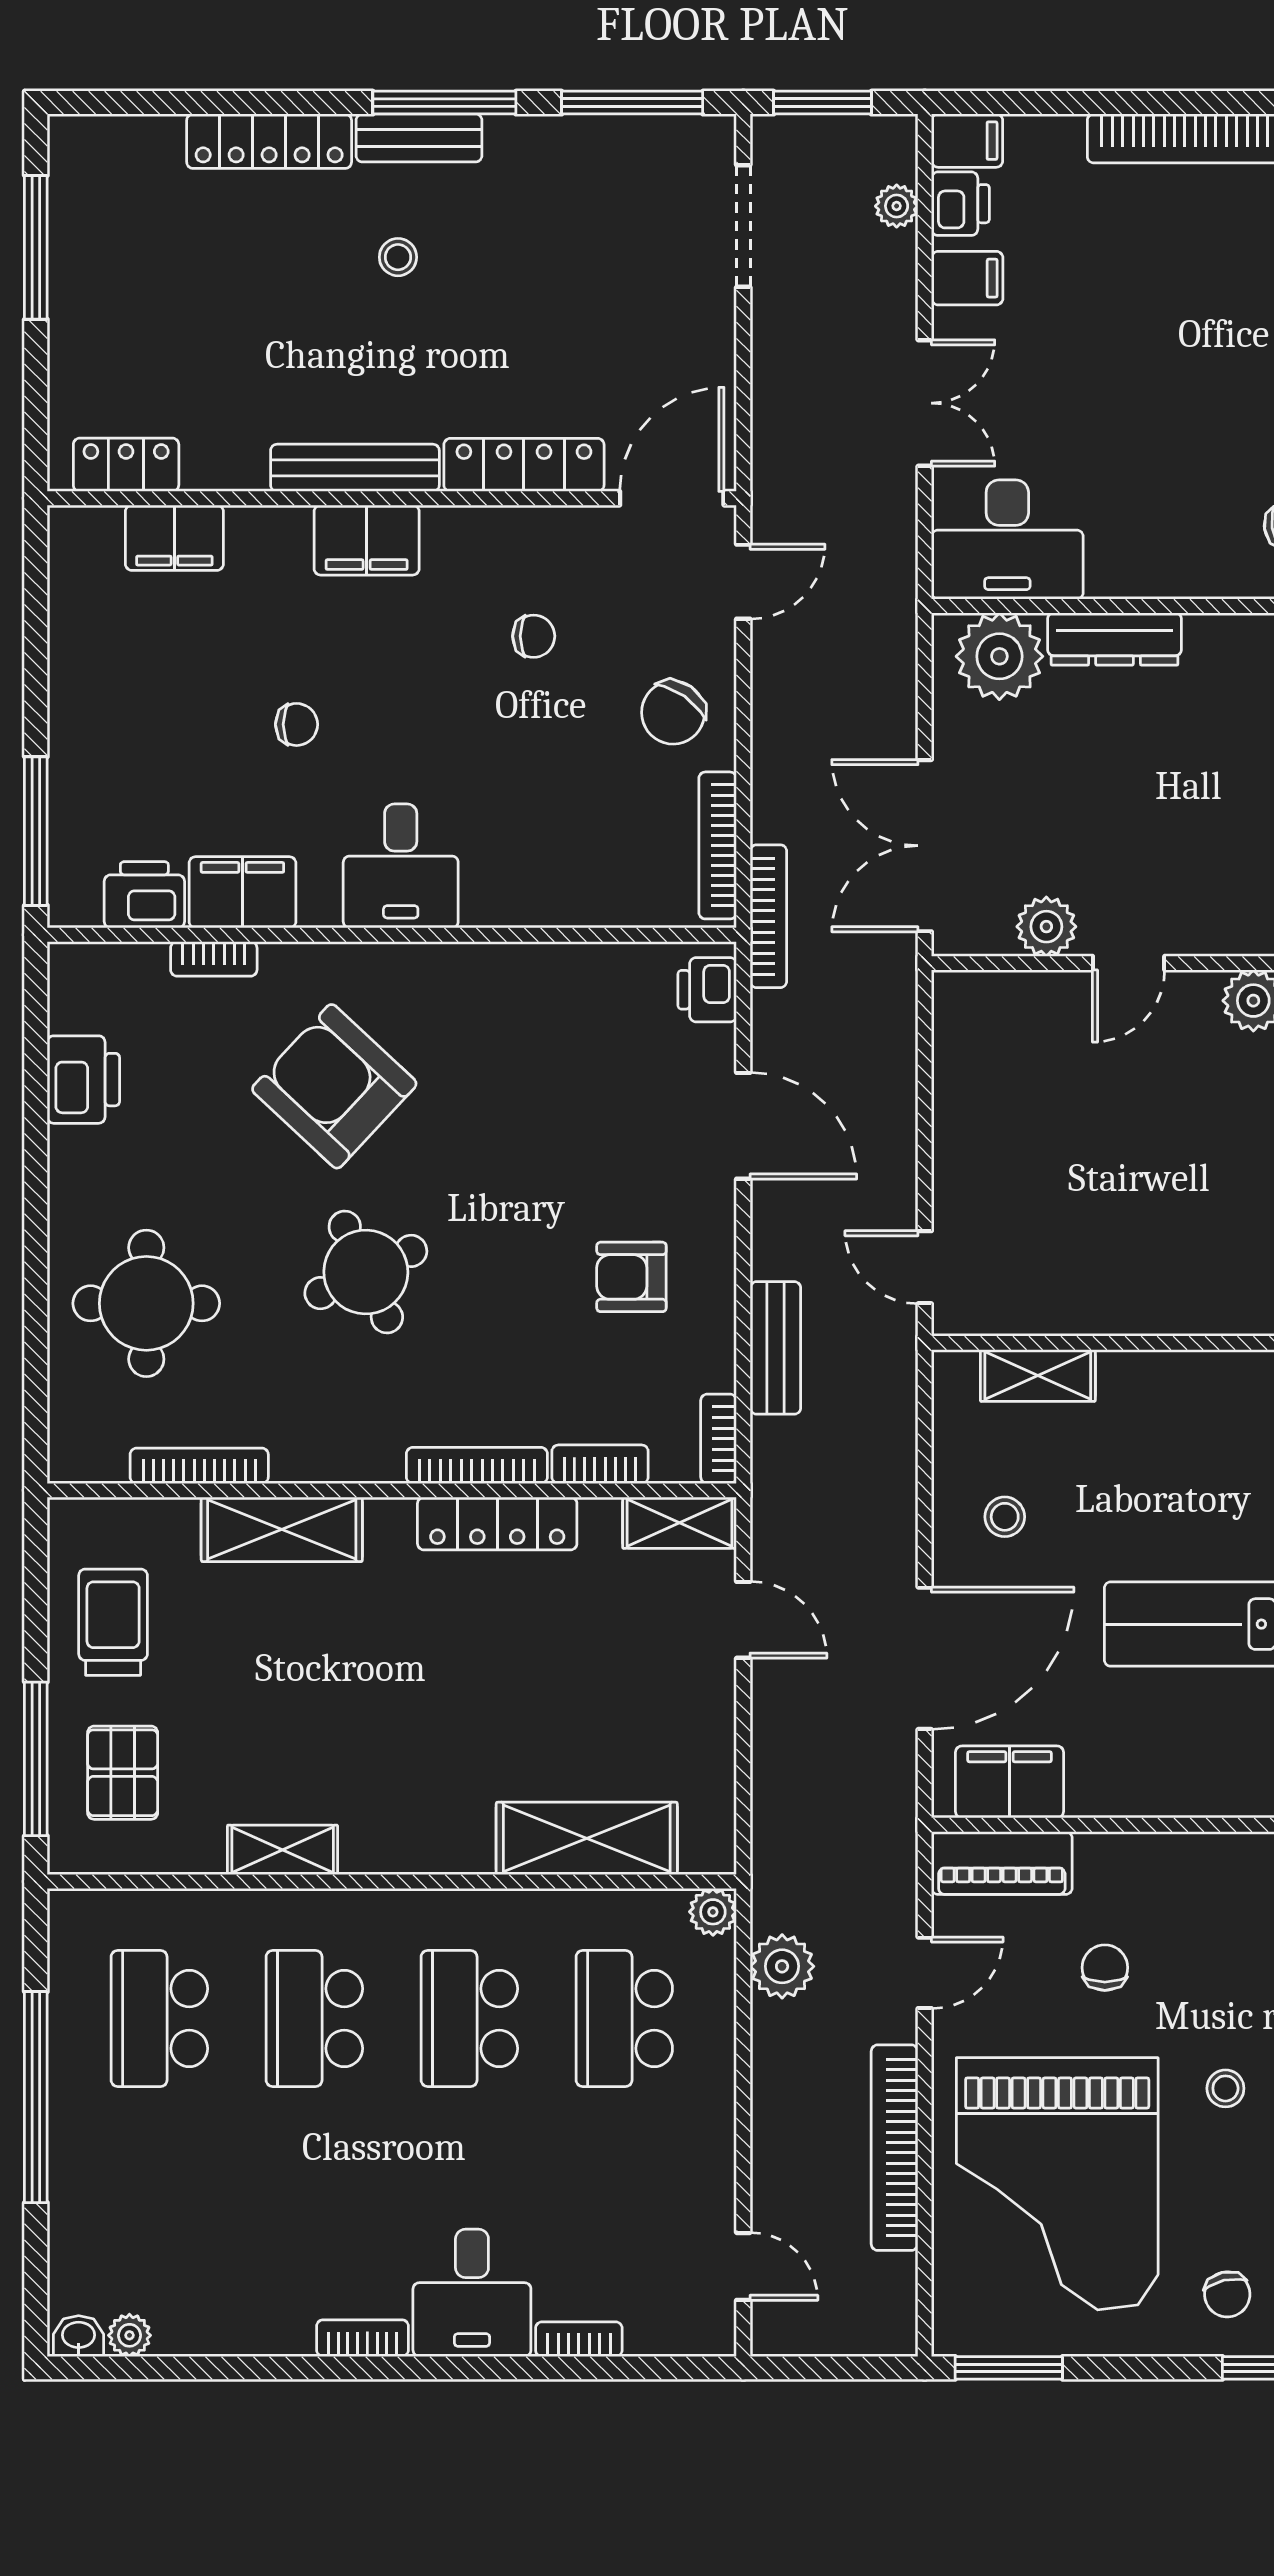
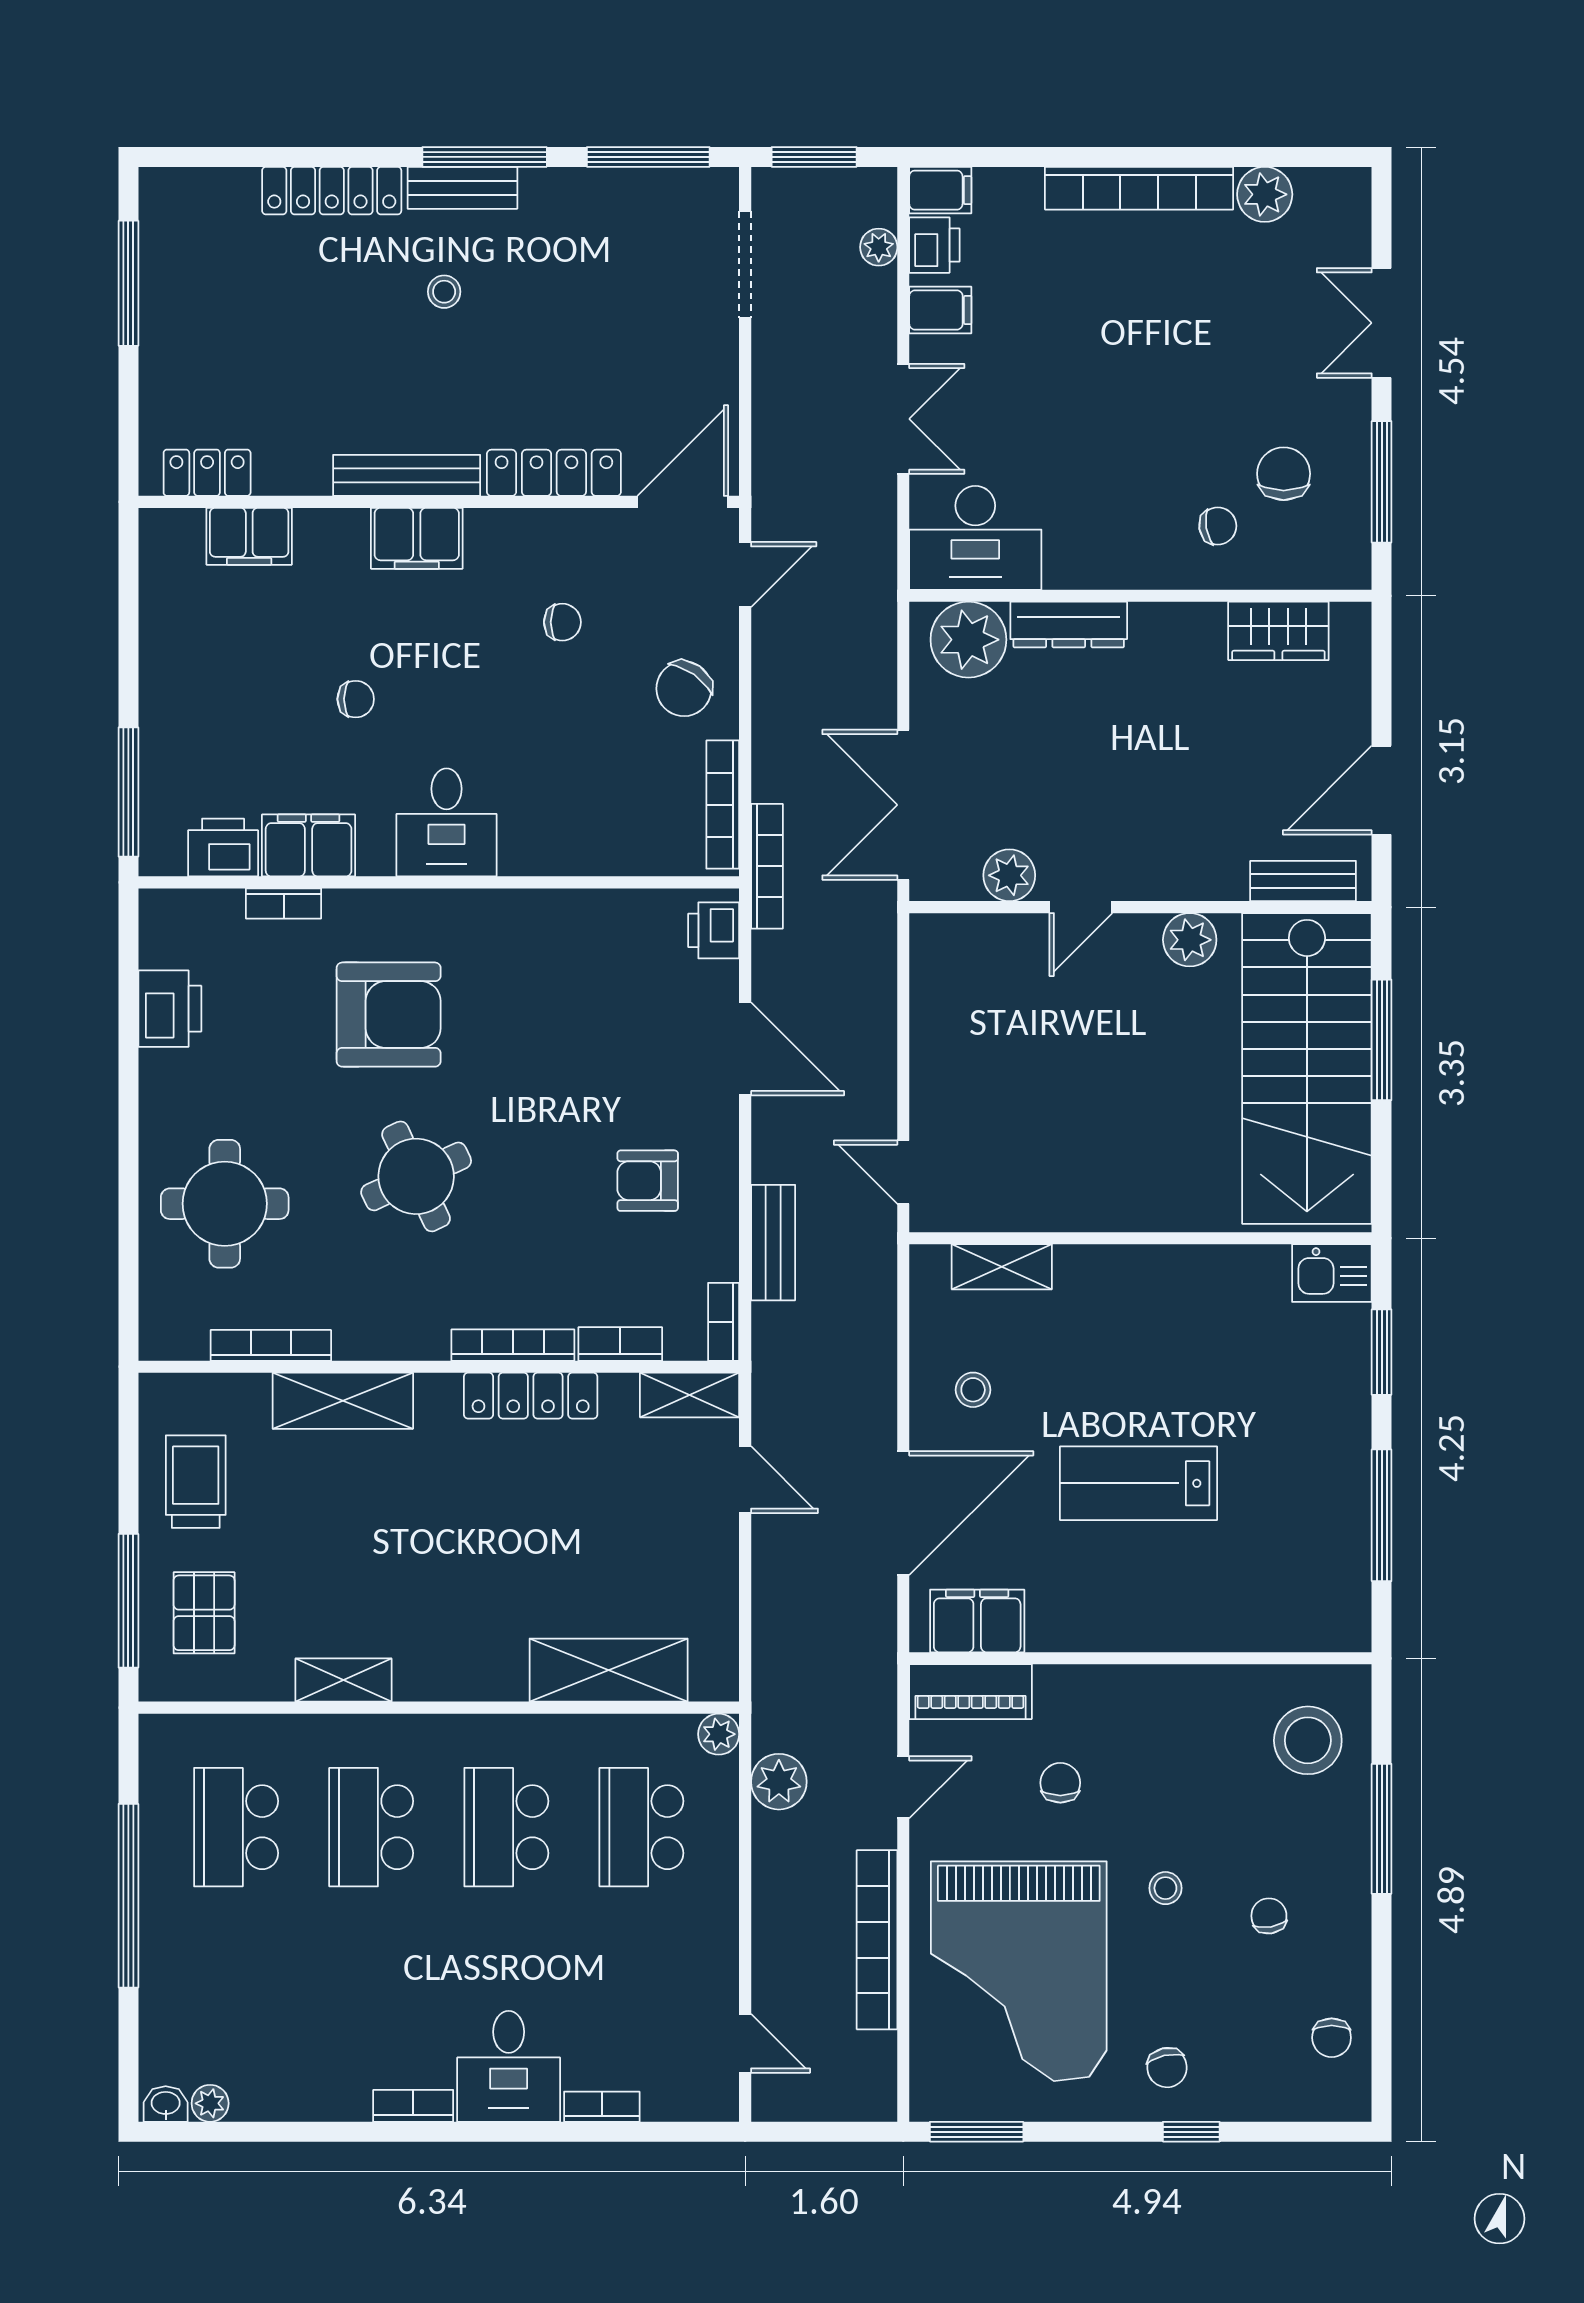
armchair: (334, 1086) -> (389, 1015), turned 137

